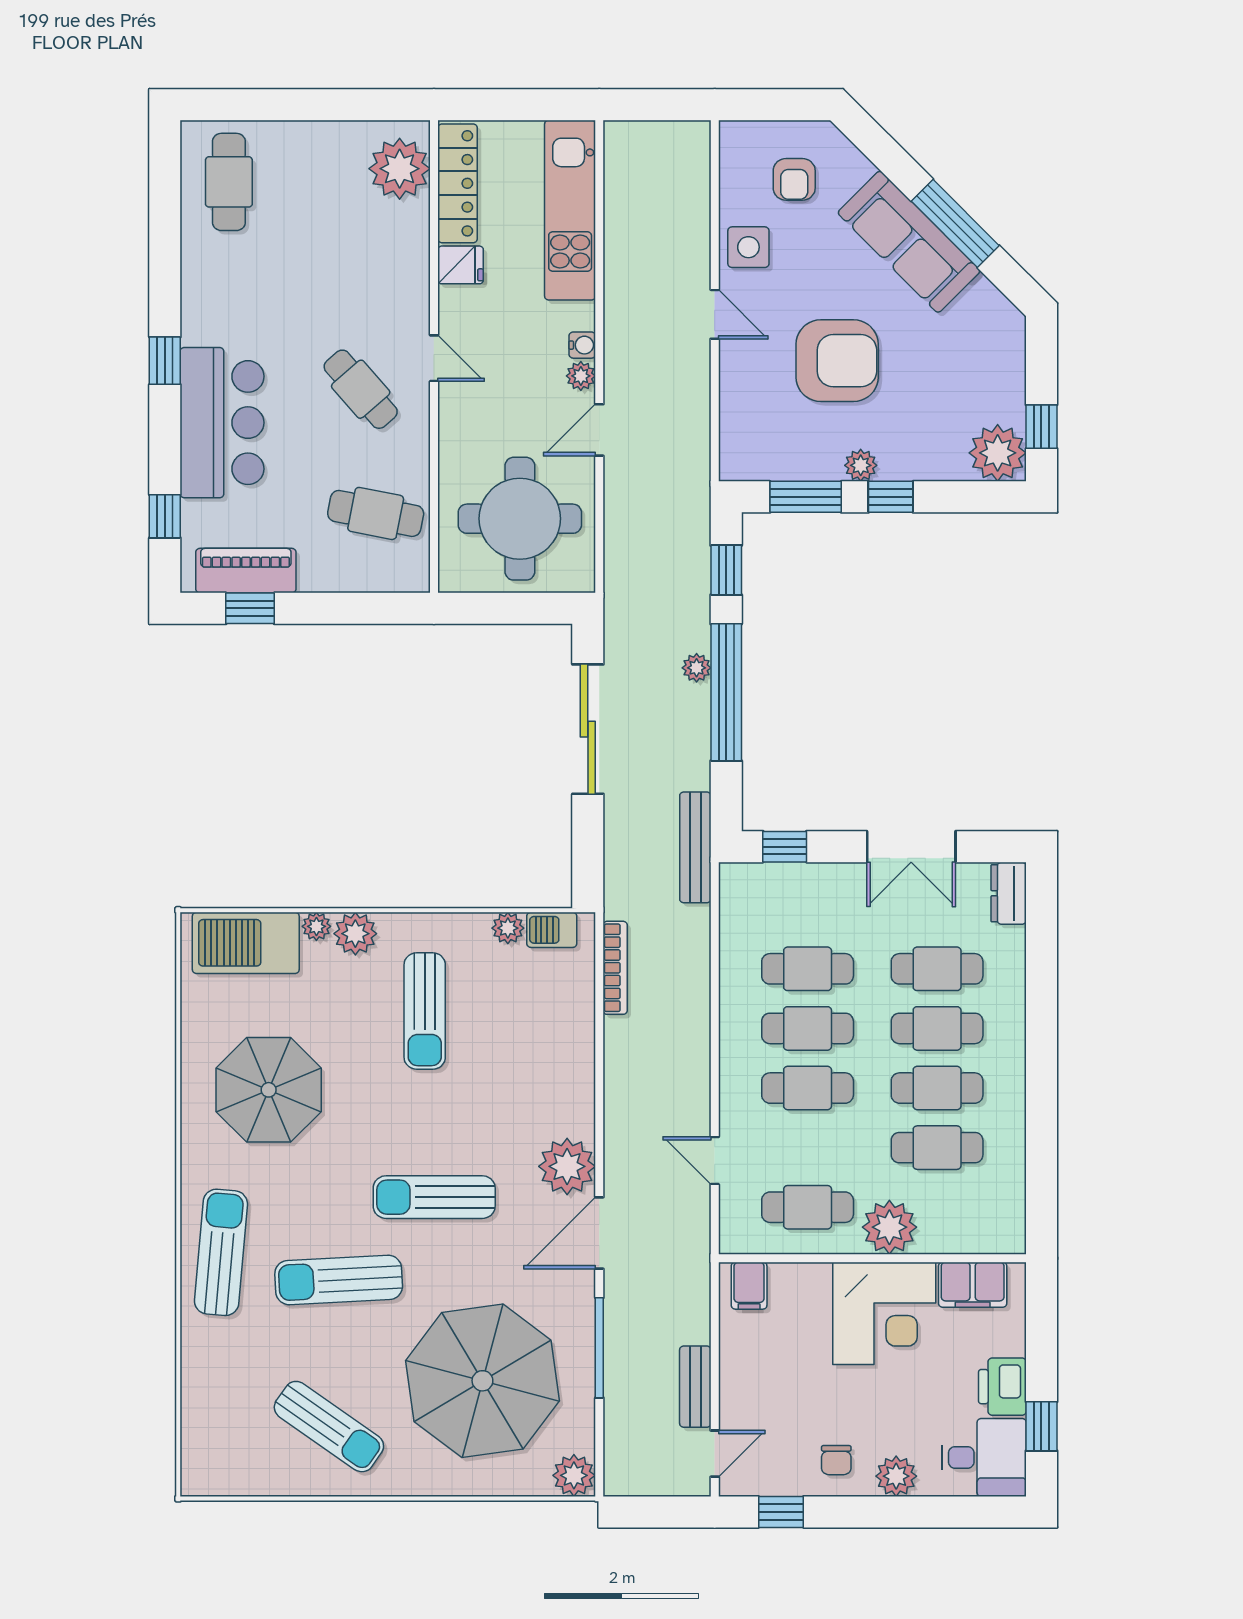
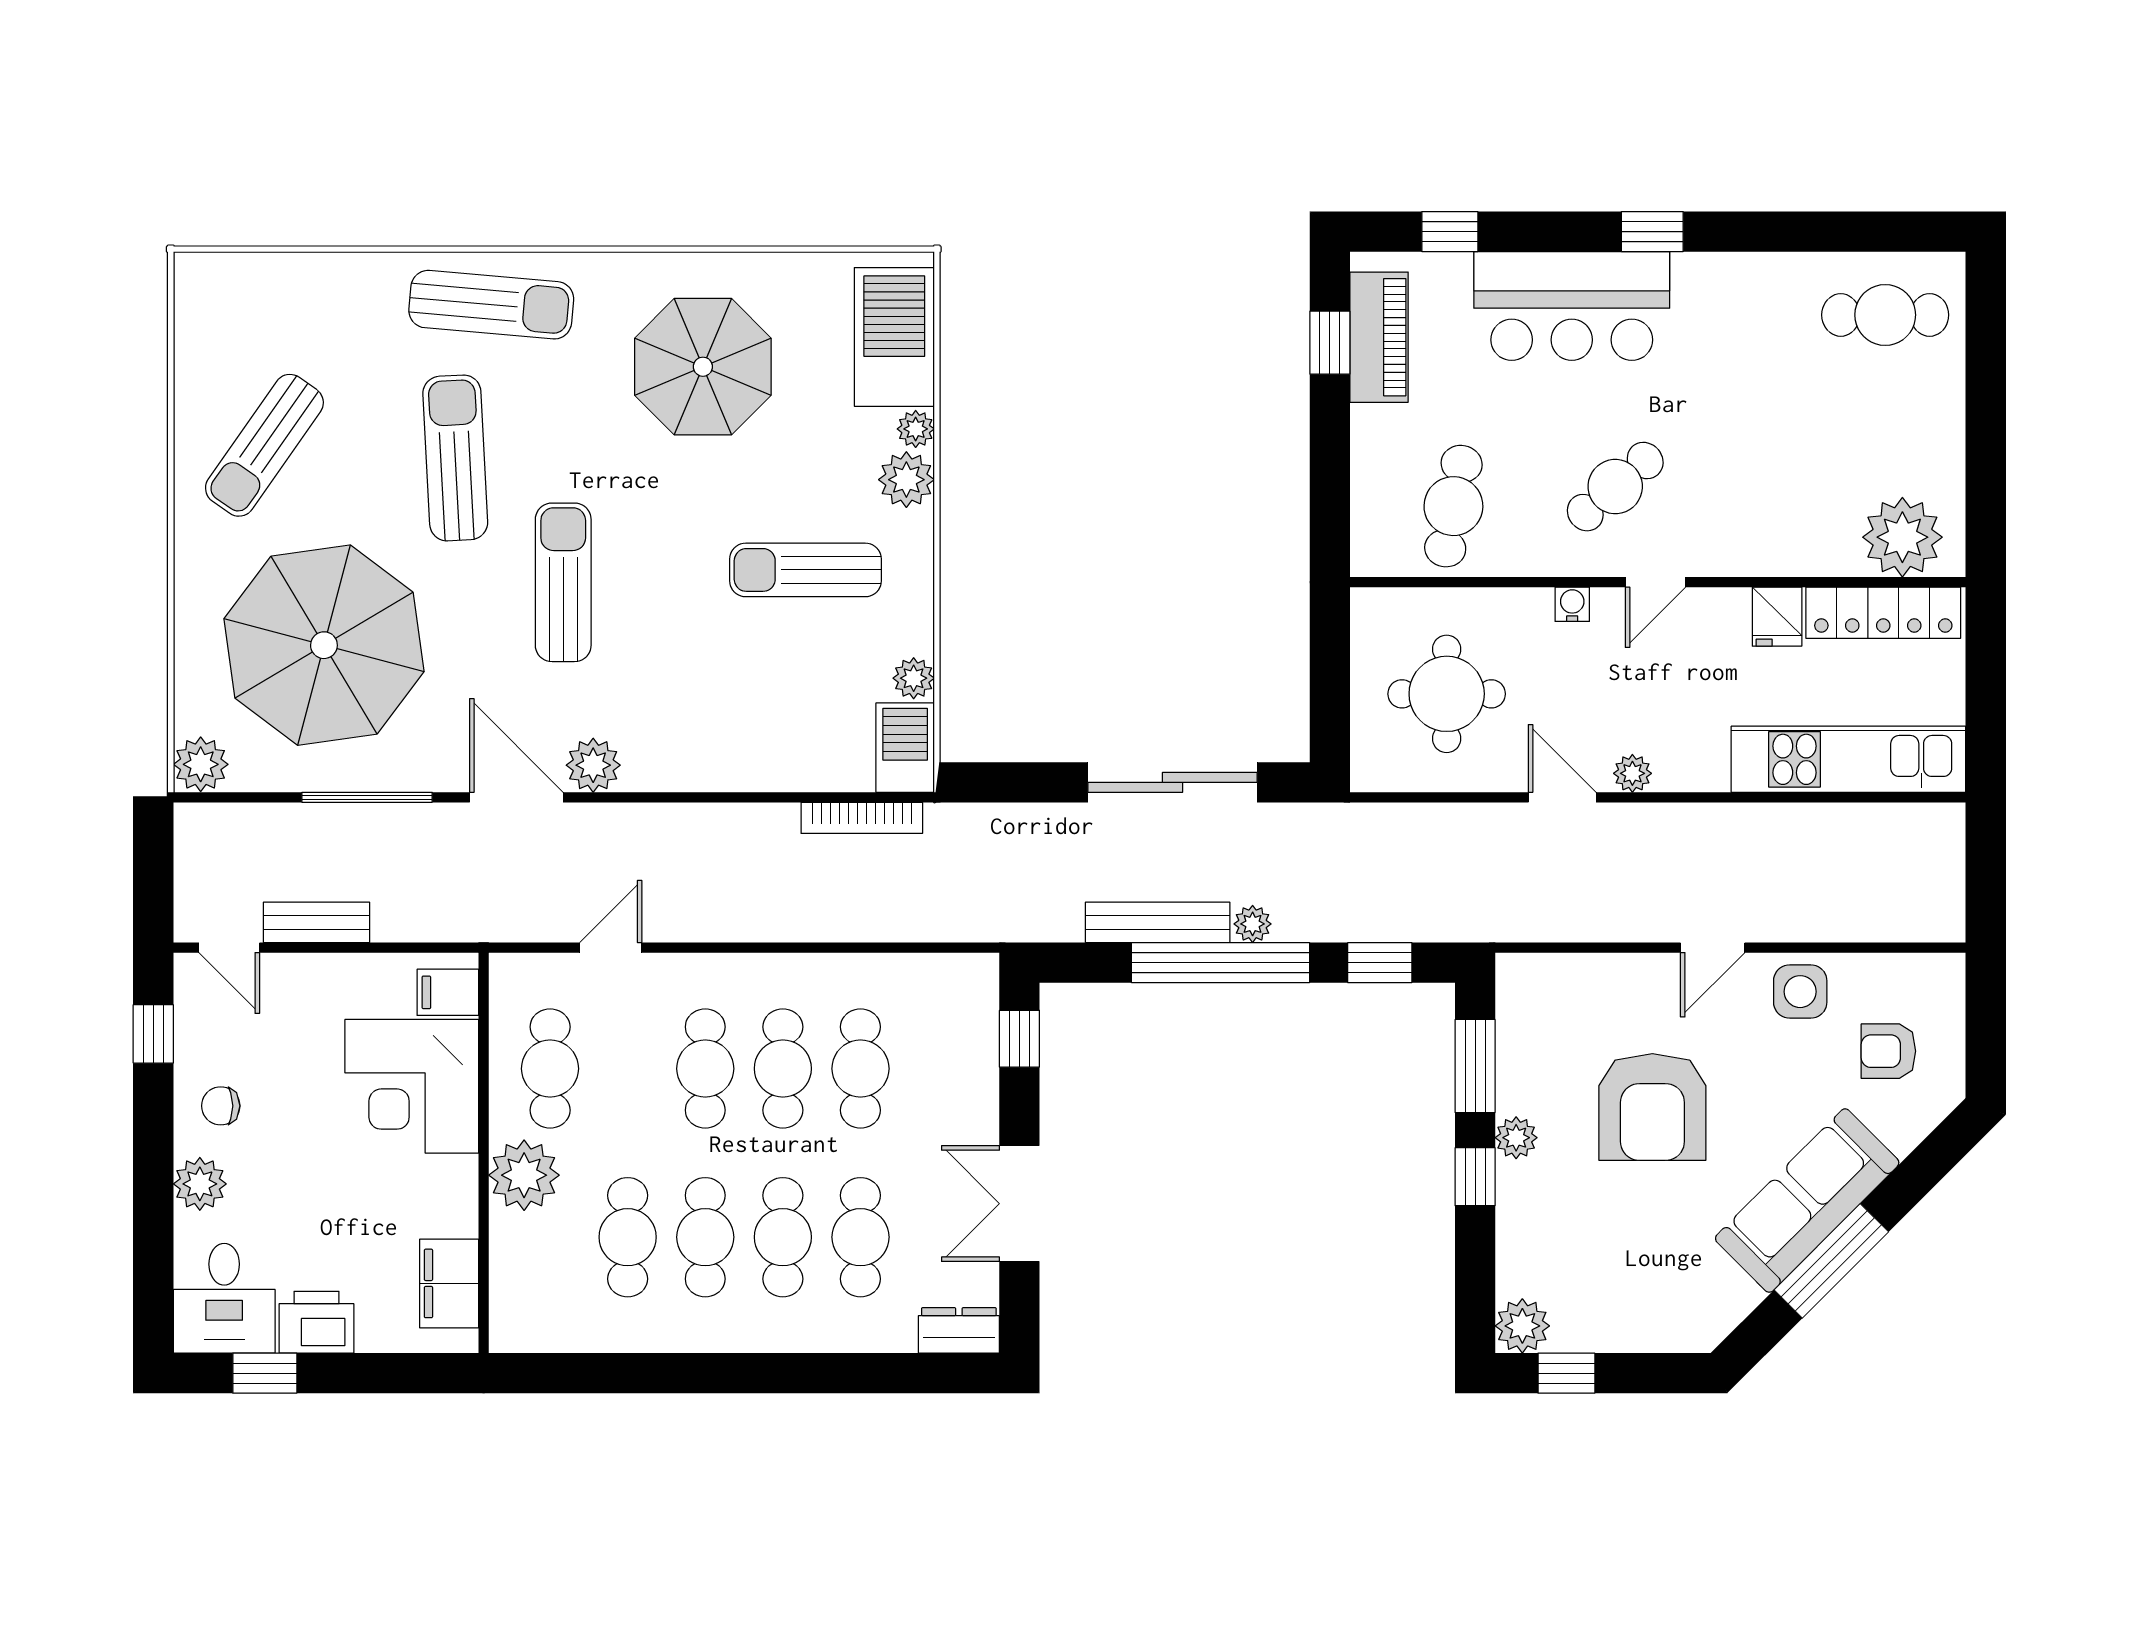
water cooler: (582, 345) -> (1572, 604), moved, turned 180
plant: (998, 453) -> (1522, 1326), width x0.73, depth x0.73
round table: (520, 519) -> (1447, 694), width x0.73, depth x0.73
bench: (695, 847) -> (1158, 922), moved
barbecue: (552, 930) -> (905, 748), width x1.38, depth x1.27
plant: (567, 1166) -> (593, 765), width x0.73, depth x0.73
corner desk: (884, 1313) -> (412, 1086), moved

